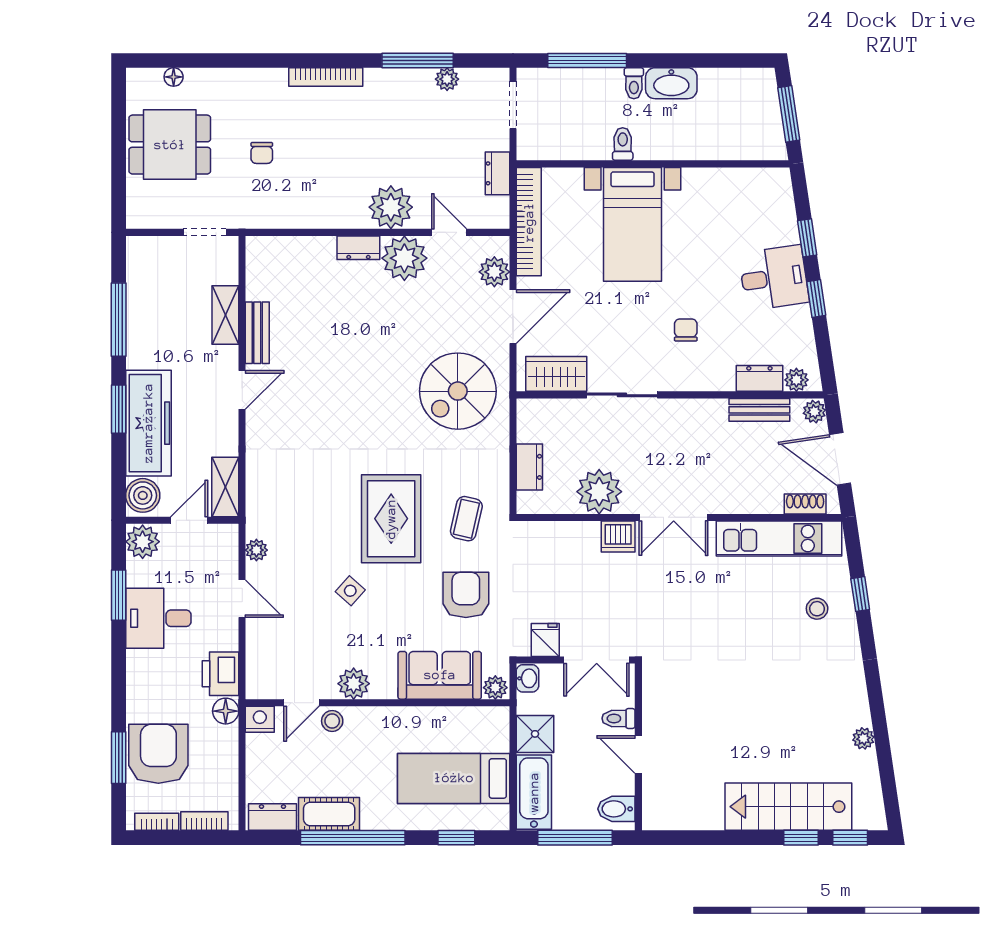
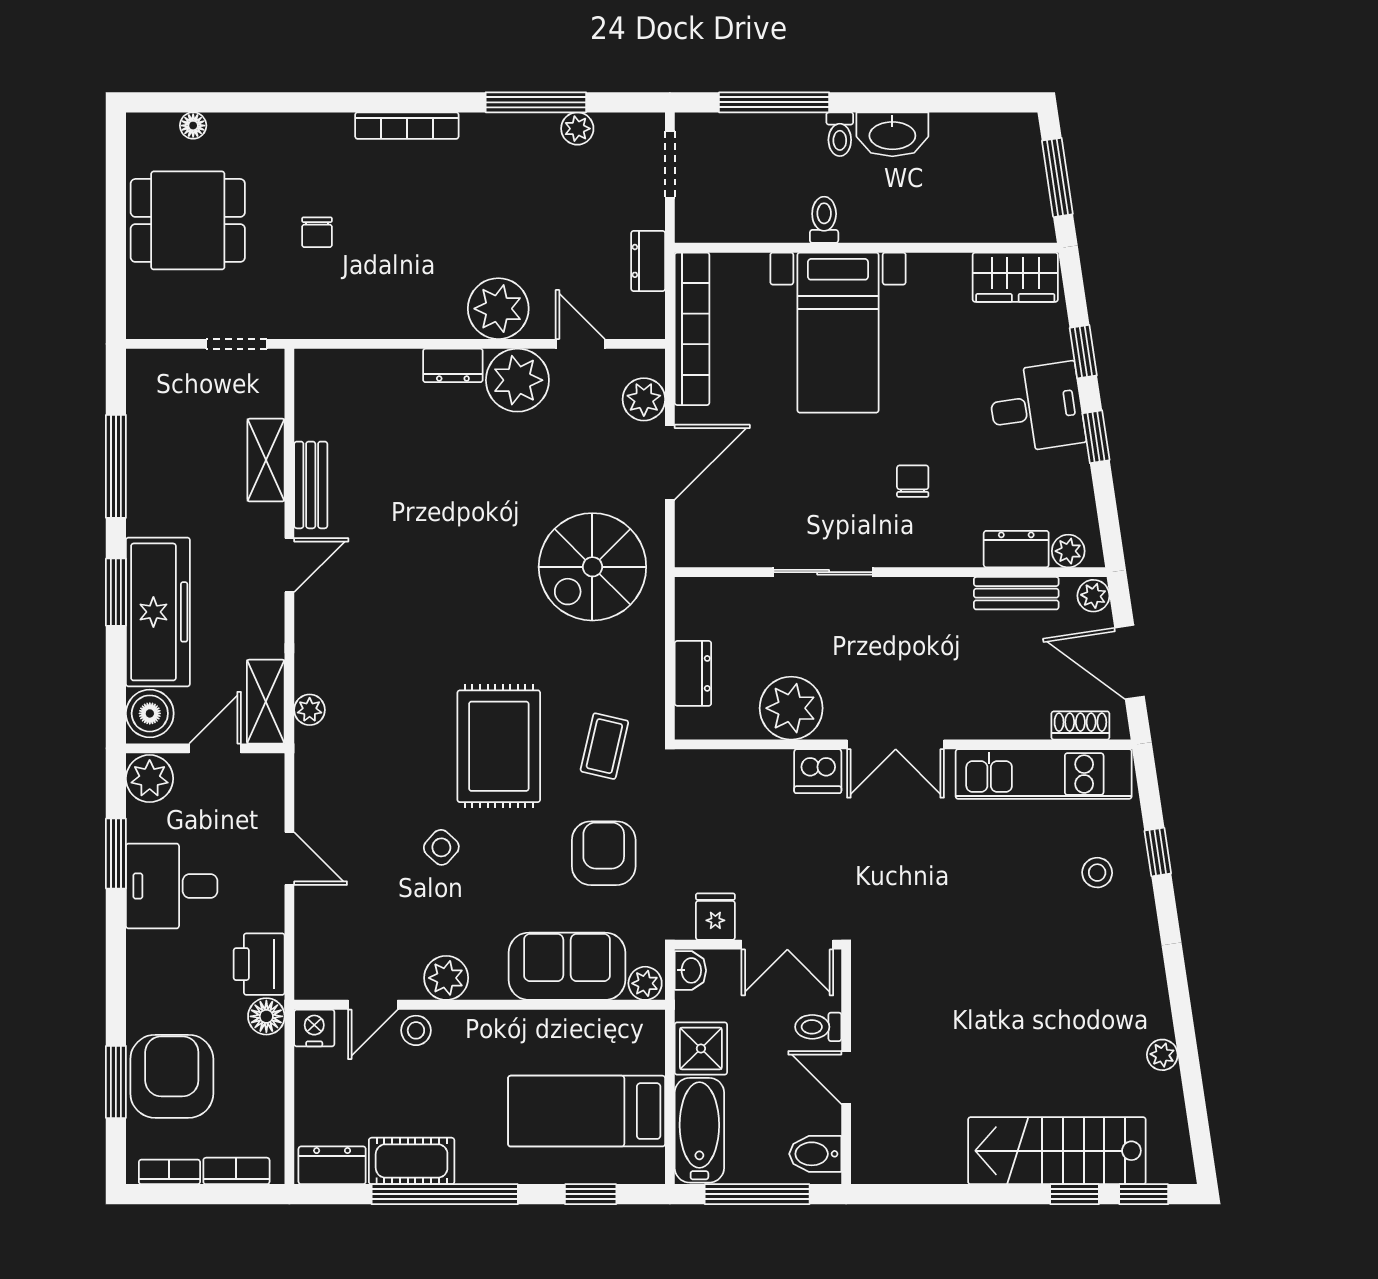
wardrobe: (556, 374) -> (1015, 277), moved, turned 180
plant: (256, 550) -> (310, 710), moved

